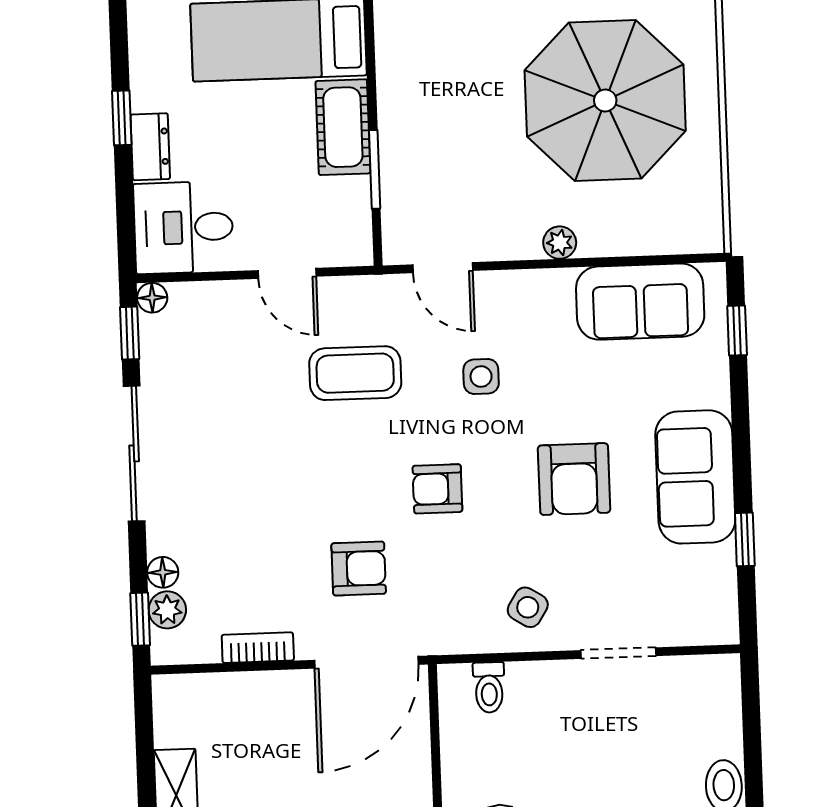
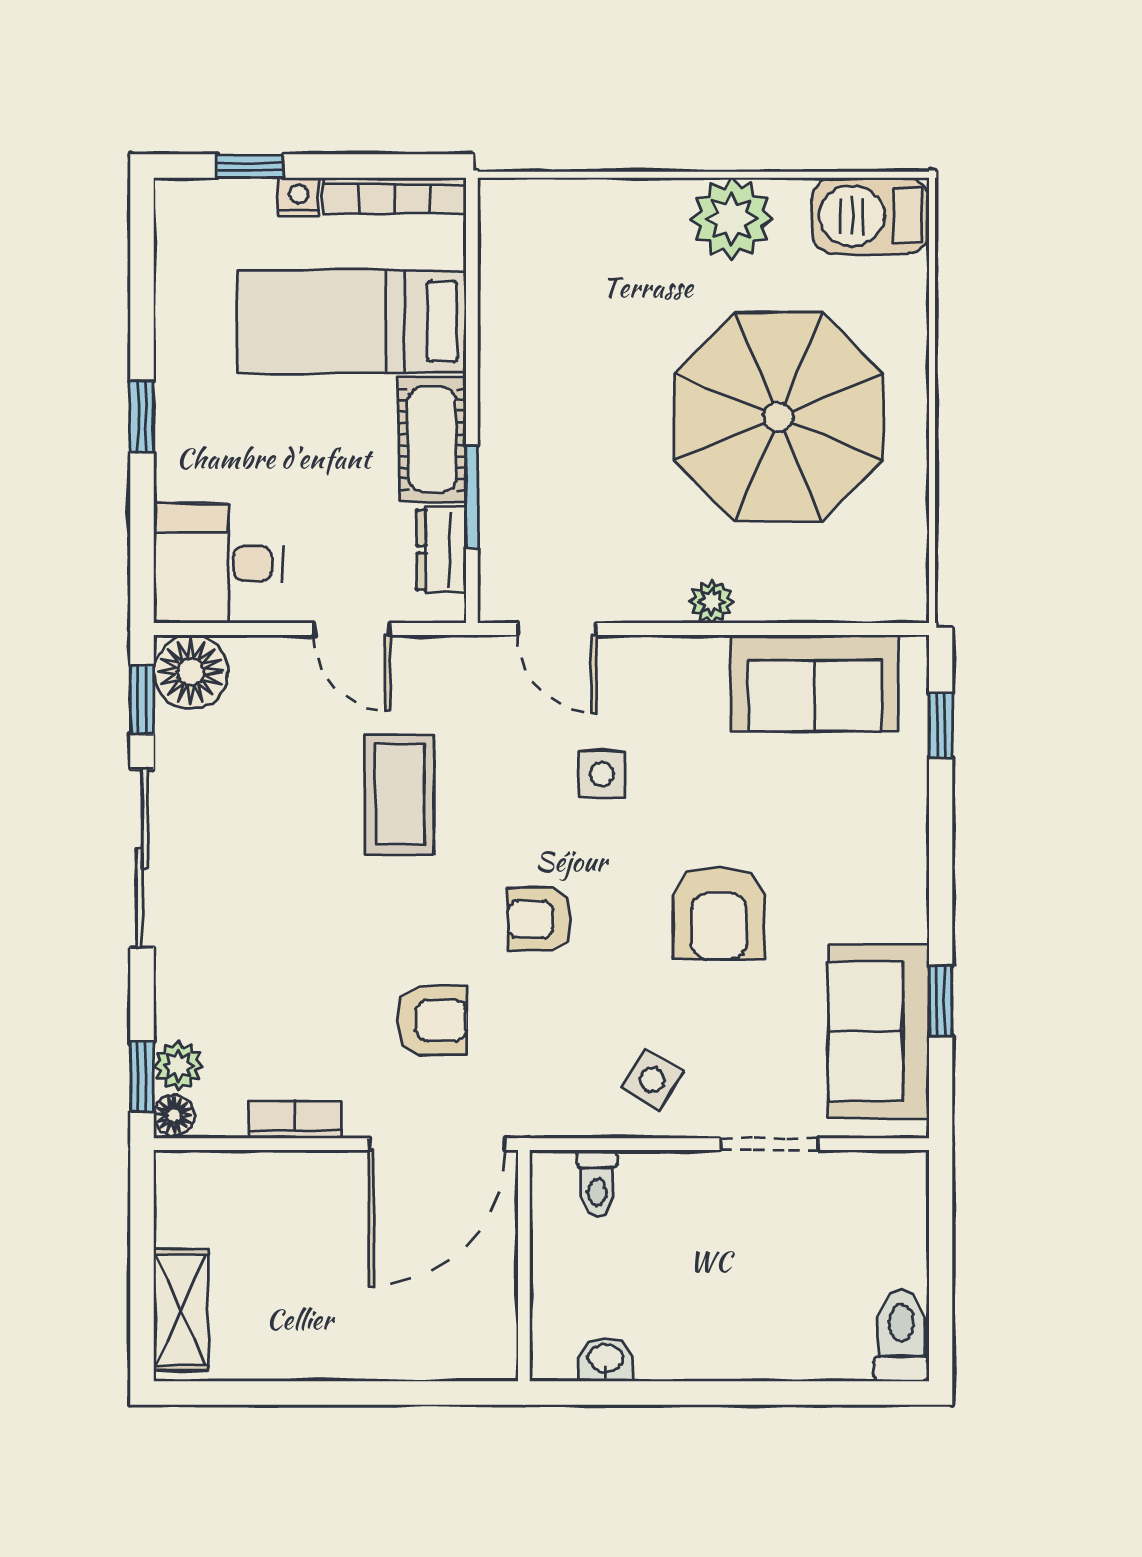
dresser: (150, 147) -> (442, 550), moved, turned 180
floor lamp: (152, 298) -> (191, 672), width x1.89, depth x1.89
coffee table: (355, 373) -> (400, 795), moved, turned 90
sofa: (695, 477) -> (879, 1031), moved
floor lamp: (163, 572) -> (174, 1115), moved

